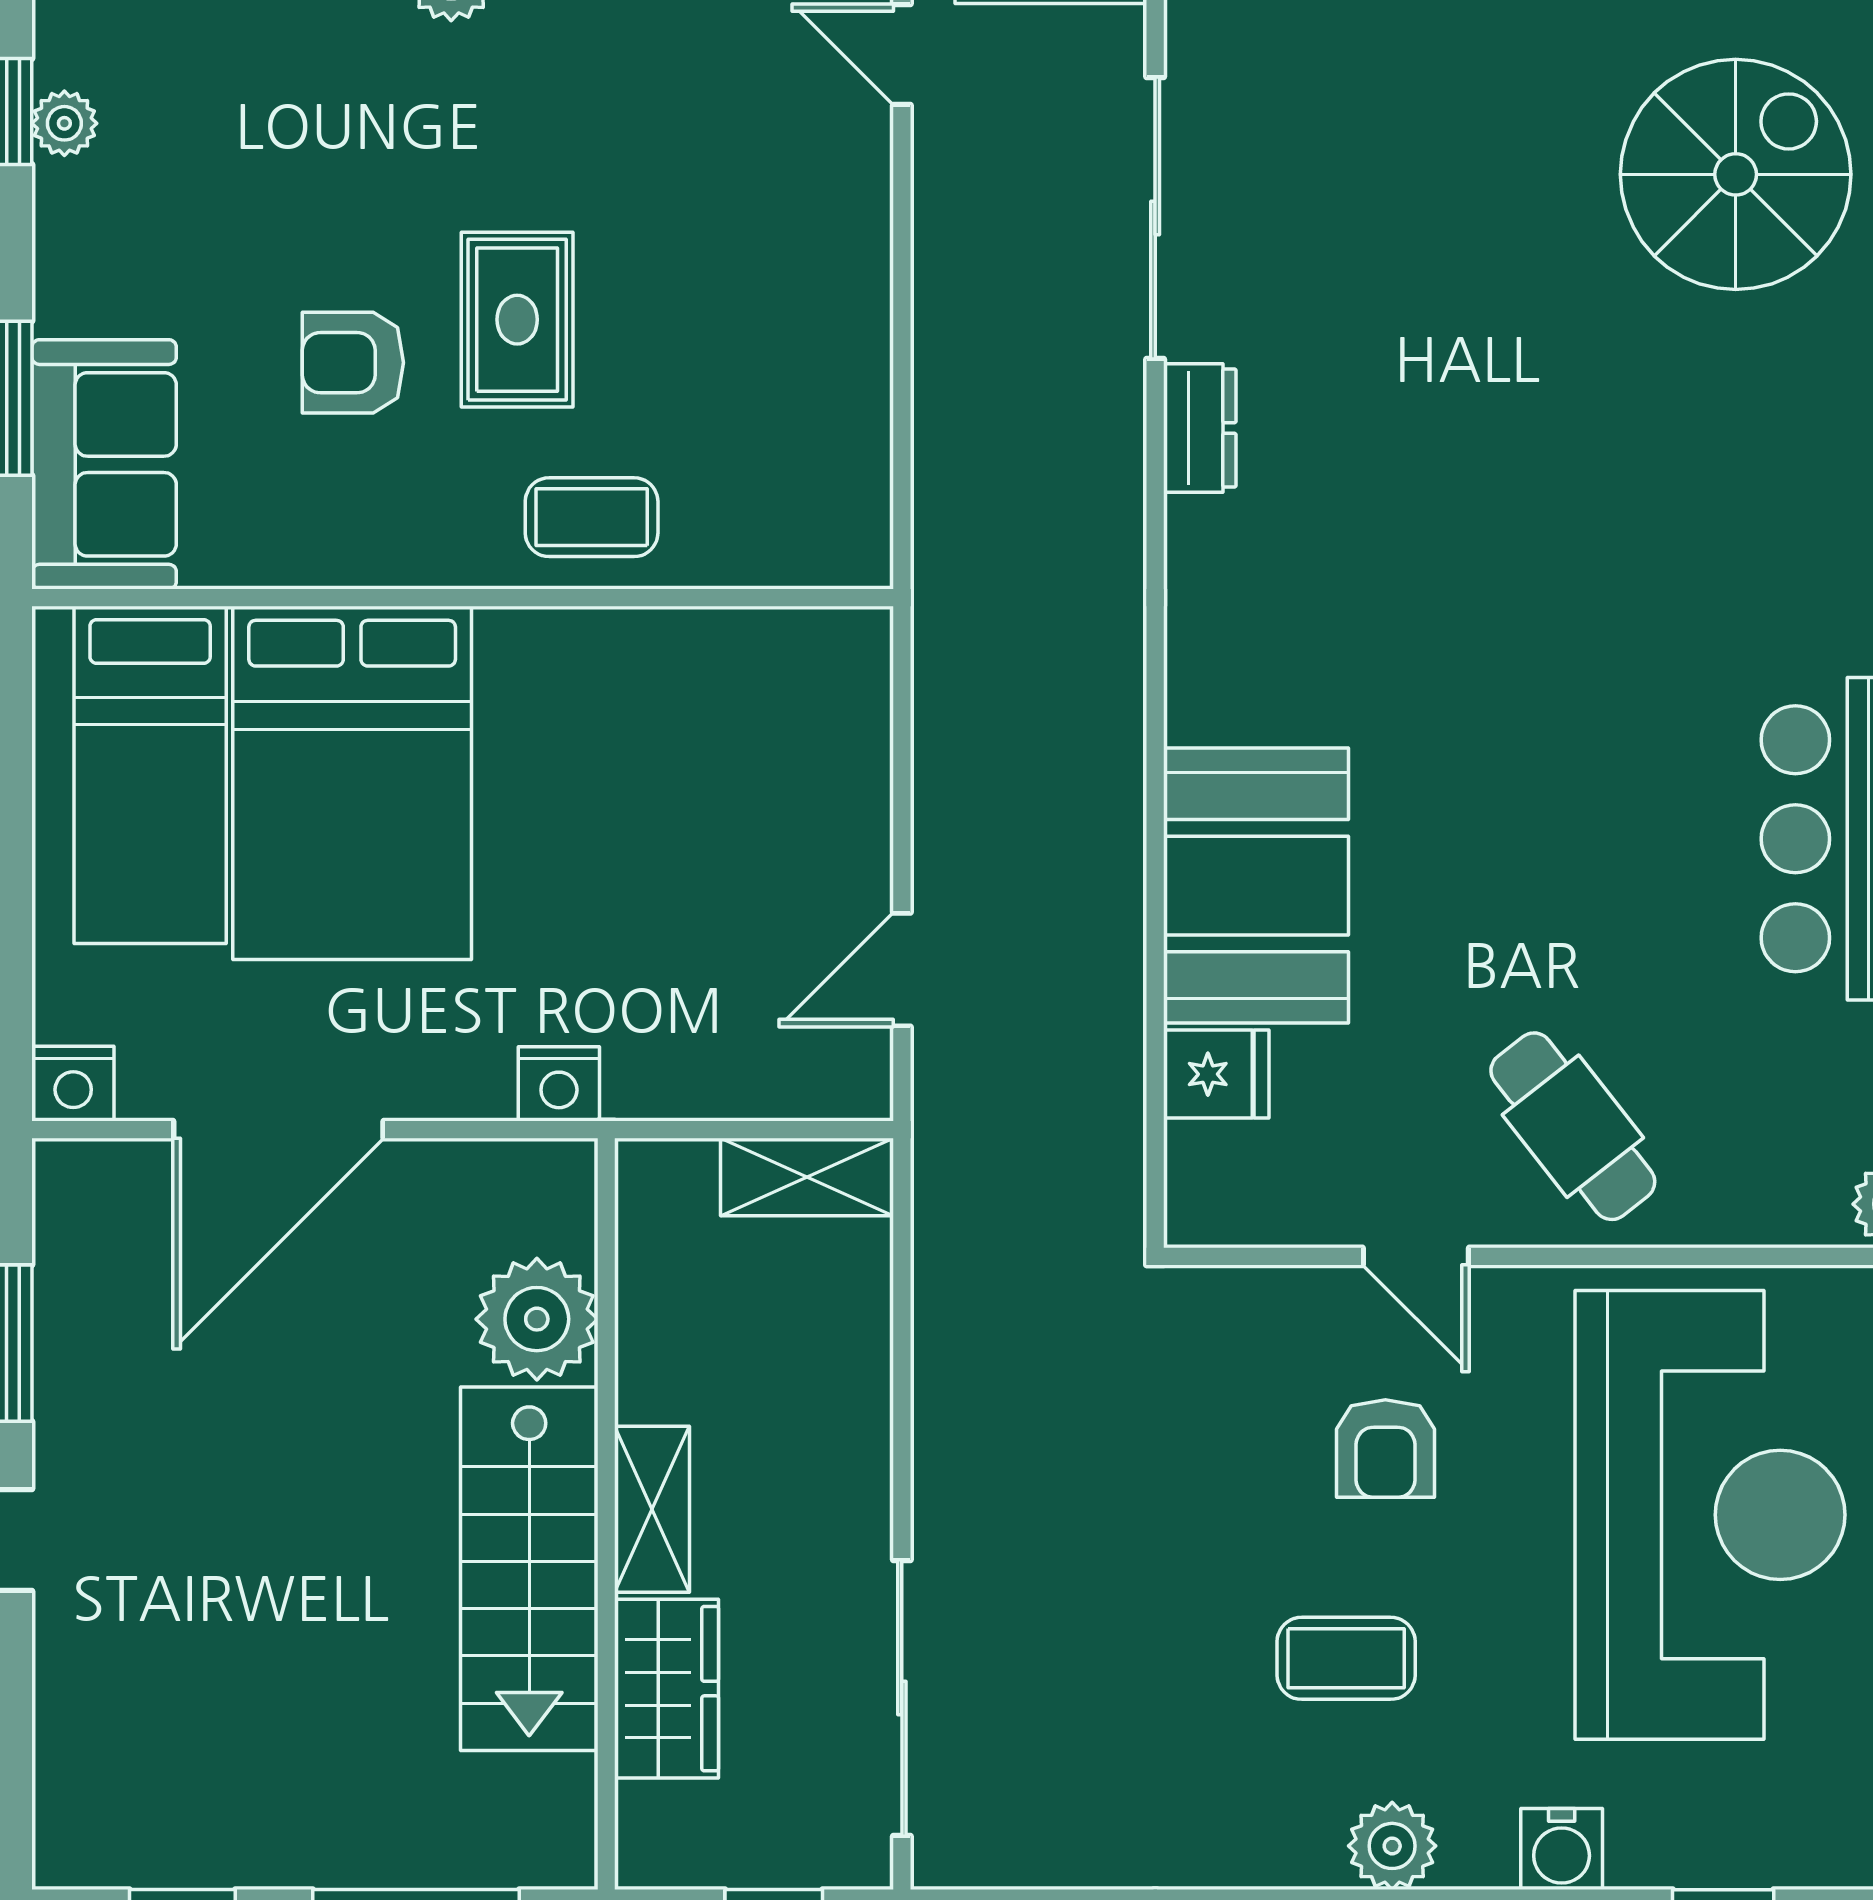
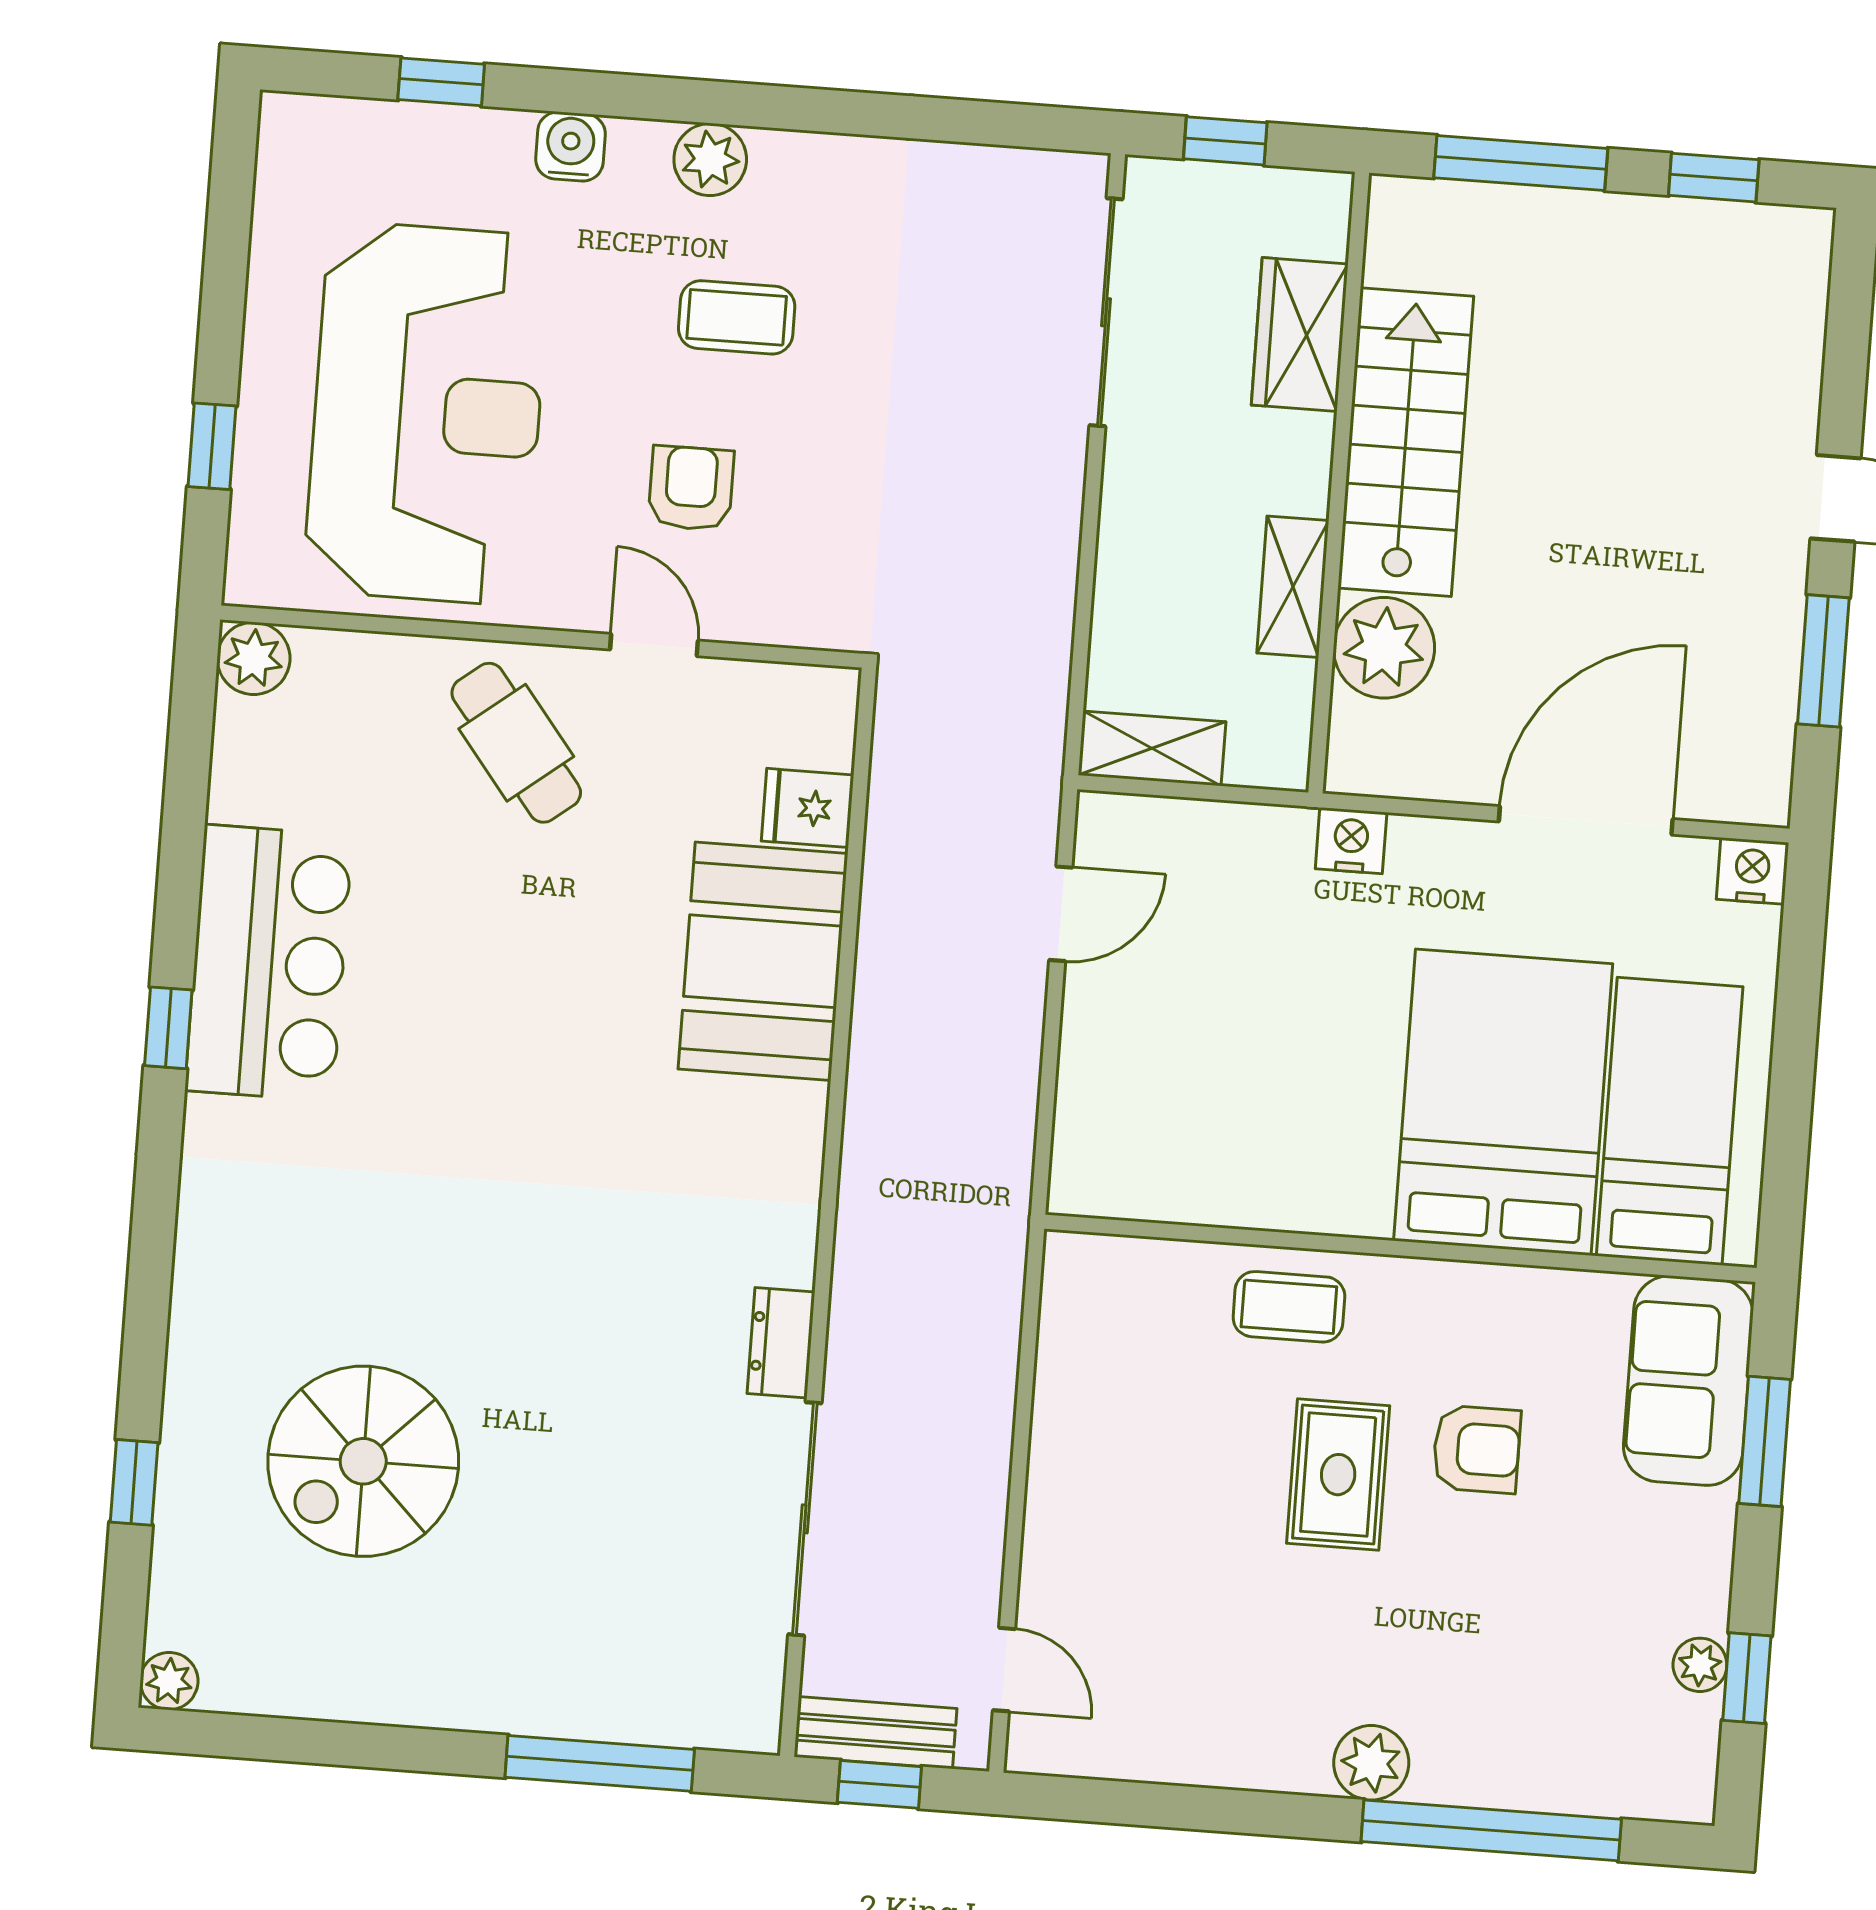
spiral stairs: (1736, 174) -> (363, 1461), moved
shelving: (652, 1509) -> (1293, 587), moved
reception desk: (1710, 1515) -> (427, 413), turned 180

